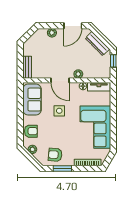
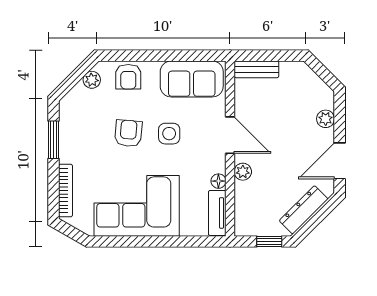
door: (73, 26) -> (340, 161), hinge flipped
door: (60, 80) -> (230, 135), swing flipped
armchair: (55, 155) -> (128, 133), moved

